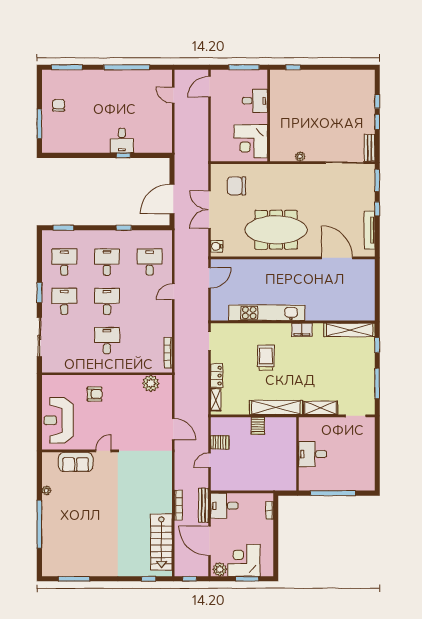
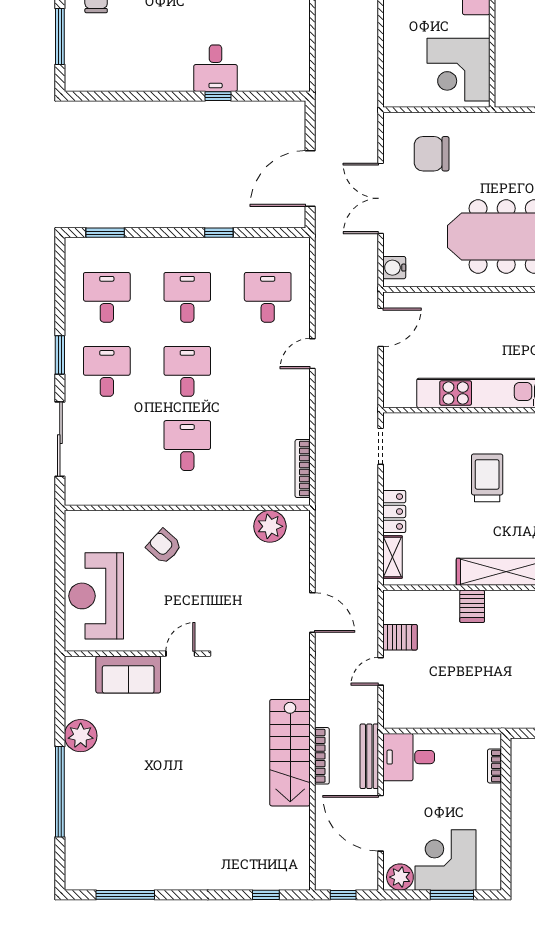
armchair: (95, 394) -> (164, 546), turned -138
plant: (46, 490) -> (81, 736), width x1.88, depth x1.88
stairs: (161, 542) -> (290, 753), moved

